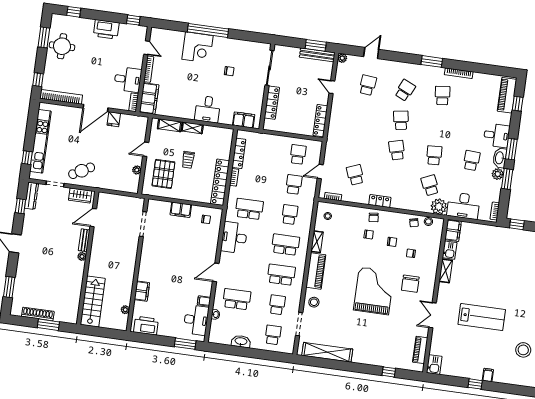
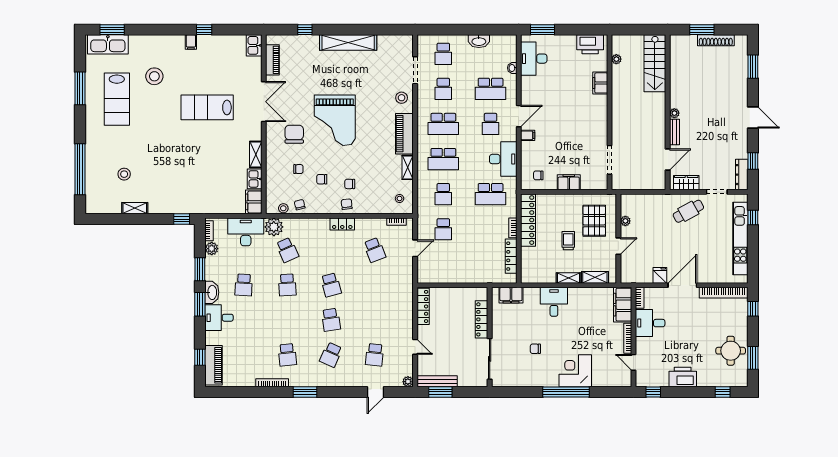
school desk: (298, 154) -> (491, 124), moved
plant: (498, 174) -> (212, 249), moved
filing cabinet: (204, 301) -> (528, 135), moved
double door: (433, 315) -> (264, 102), width x1.37
shelving: (327, 352) -> (348, 43), moved

